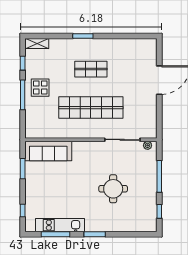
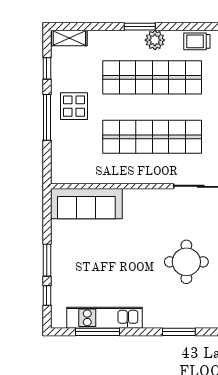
plant: (93, 45) -> (155, 40), added
trolley: (120, 46) -> (197, 41), added
shop shelf: (91, 69) -> (152, 77), width x2.00, depth x1.36
window: (23, 169) -> (47, 260), moved
window: (95, 234) -> (179, 332), moved

